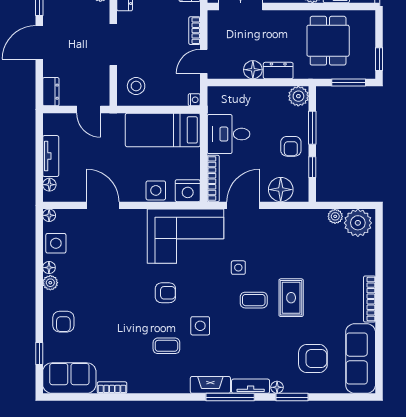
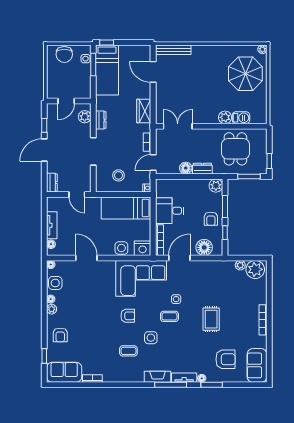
stool: (136, 86) -> (119, 175), moved
coffee table: (254, 300) -> (169, 316), moved
sofa: (361, 358) -> (257, 365), width x0.73

